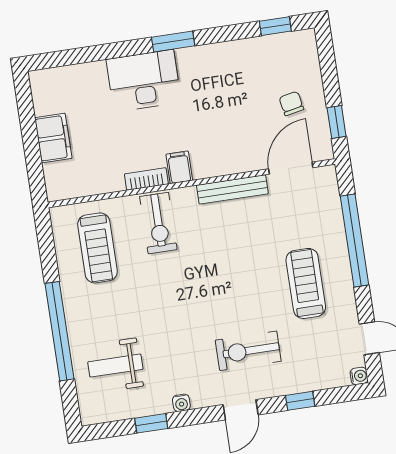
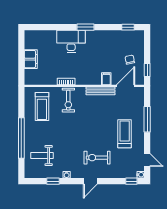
filing cabinet: (179, 167) -> (106, 79), moved
window: (354, 241) -> (147, 119), width x0.68
window: (300, 401) -> (131, 181), moved

